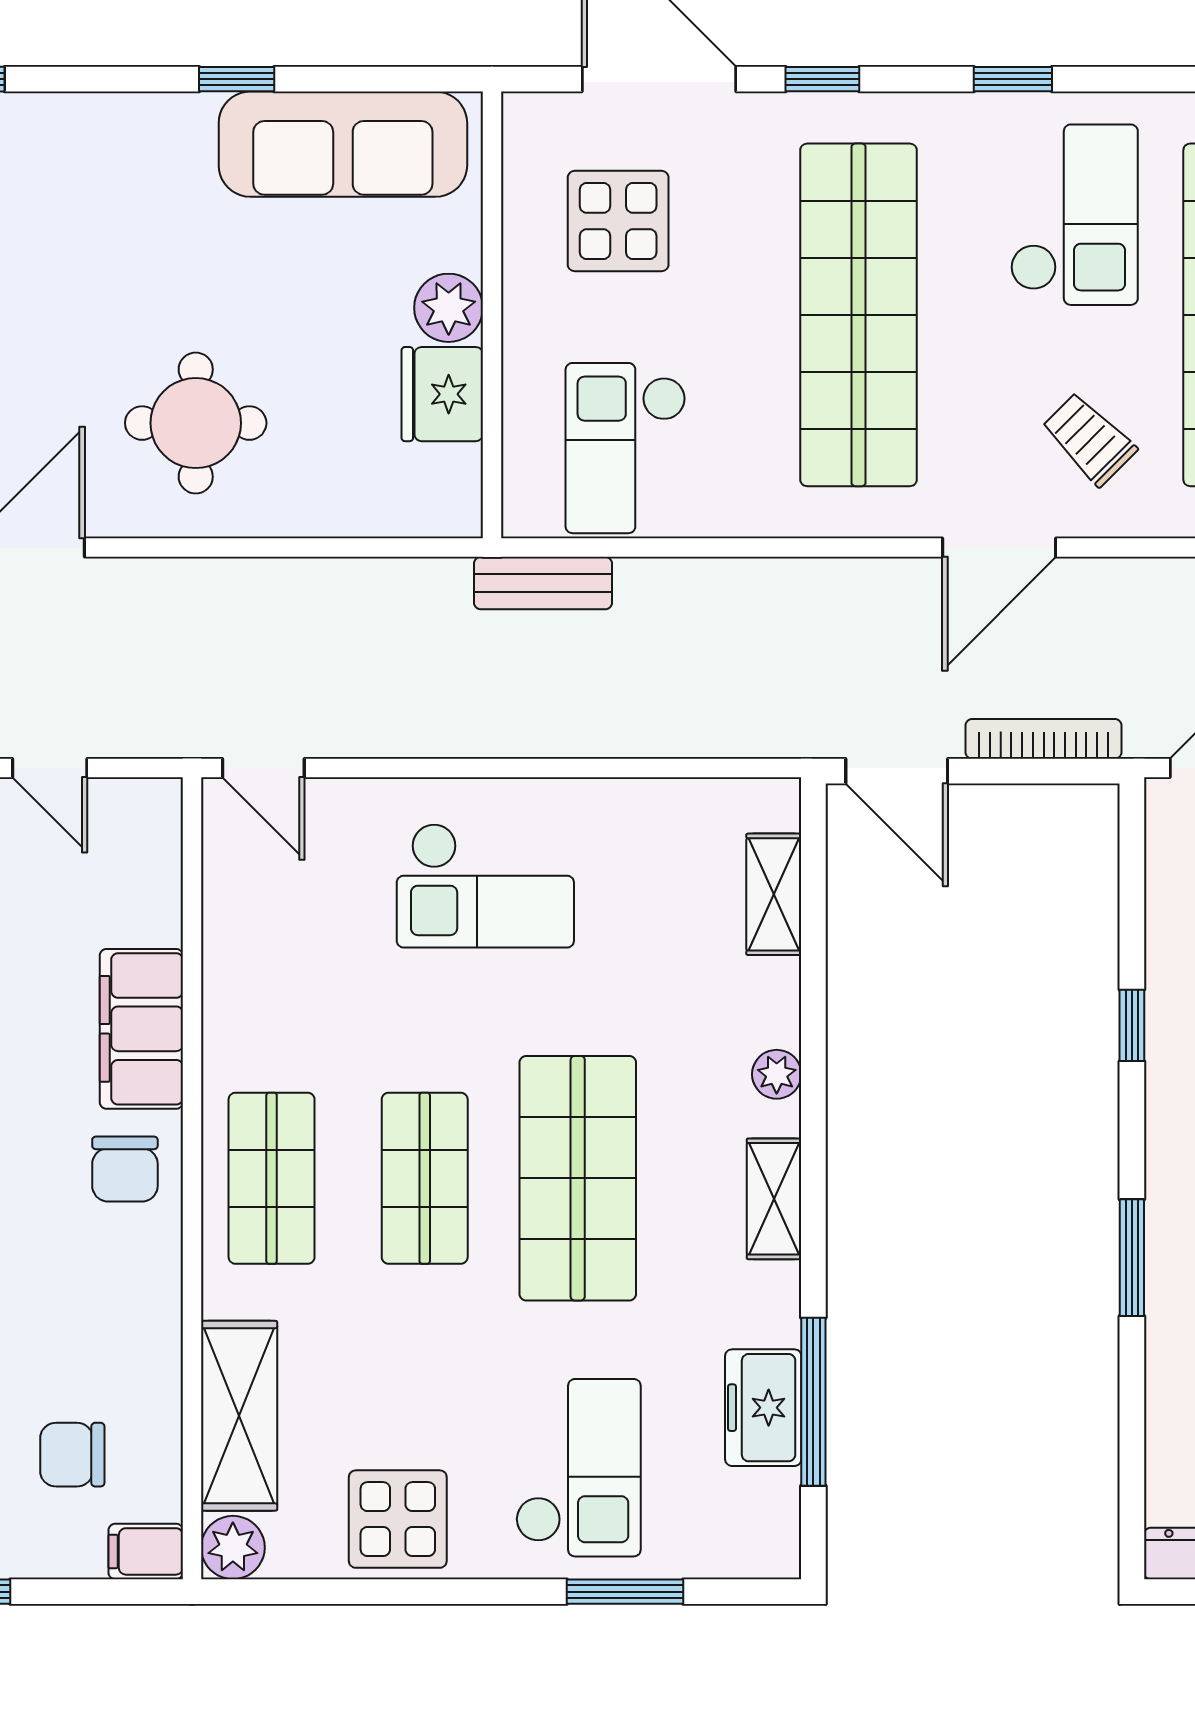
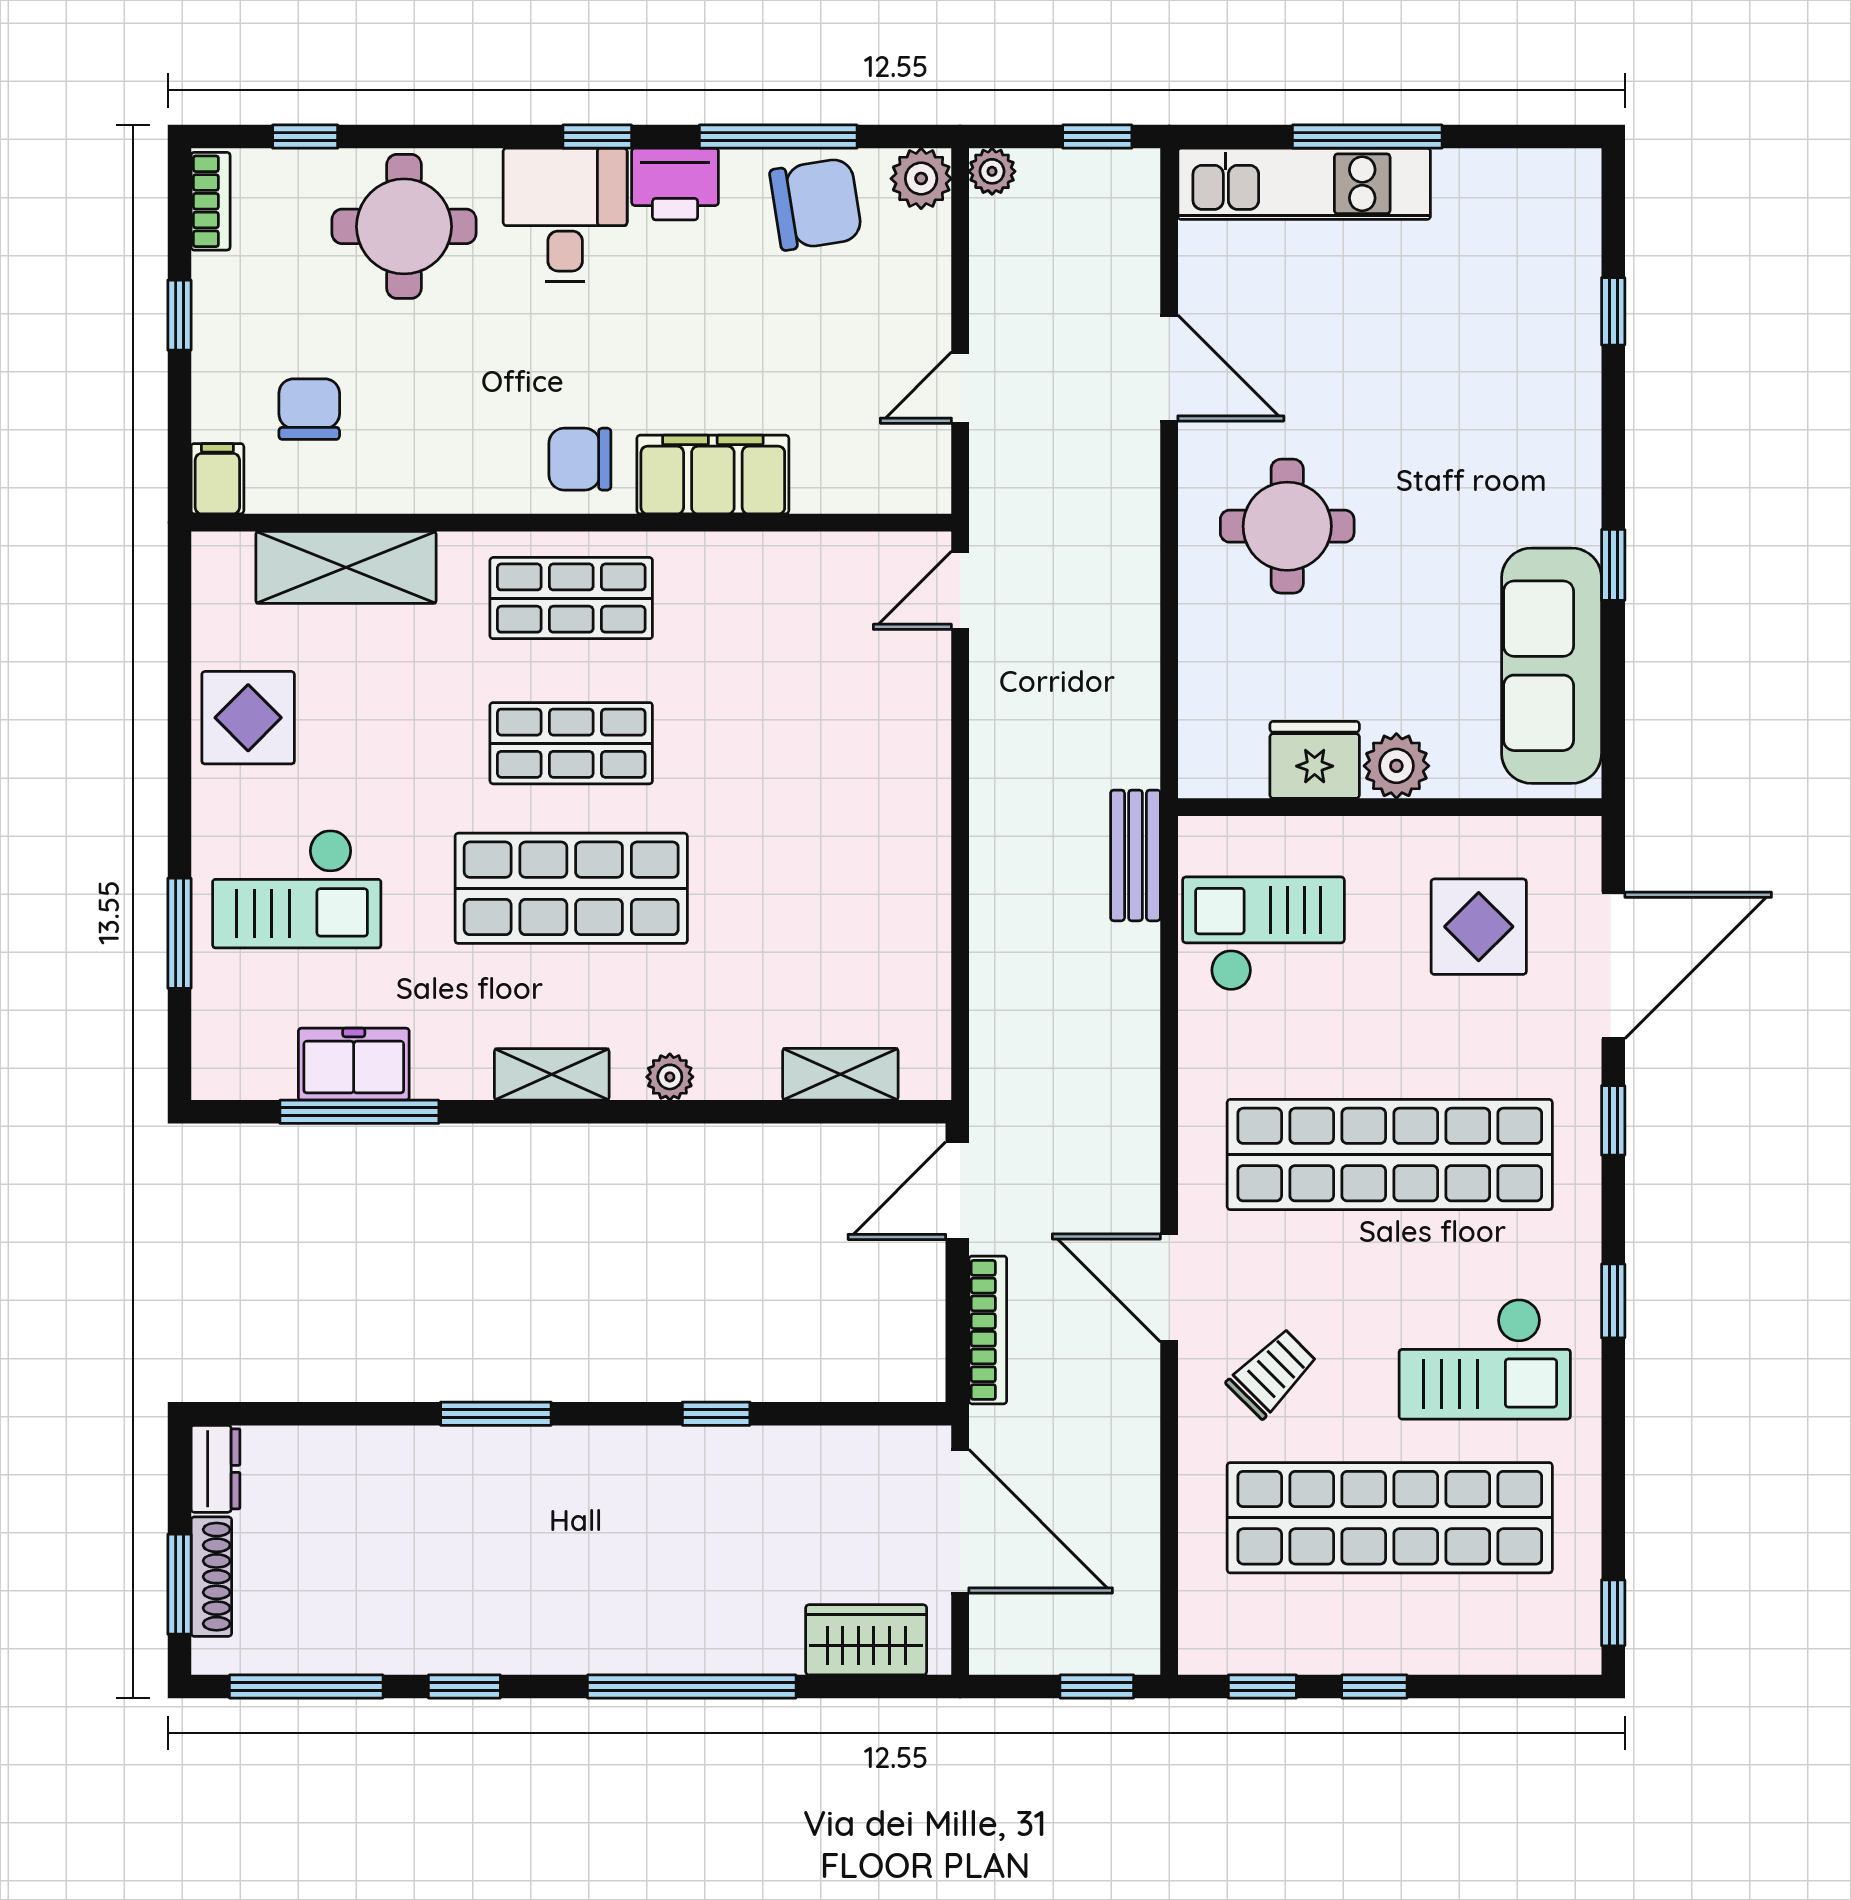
checkout: (485, 886) -> (849, 801), removed
plant: (233, 1548) -> (221, 561), removed

